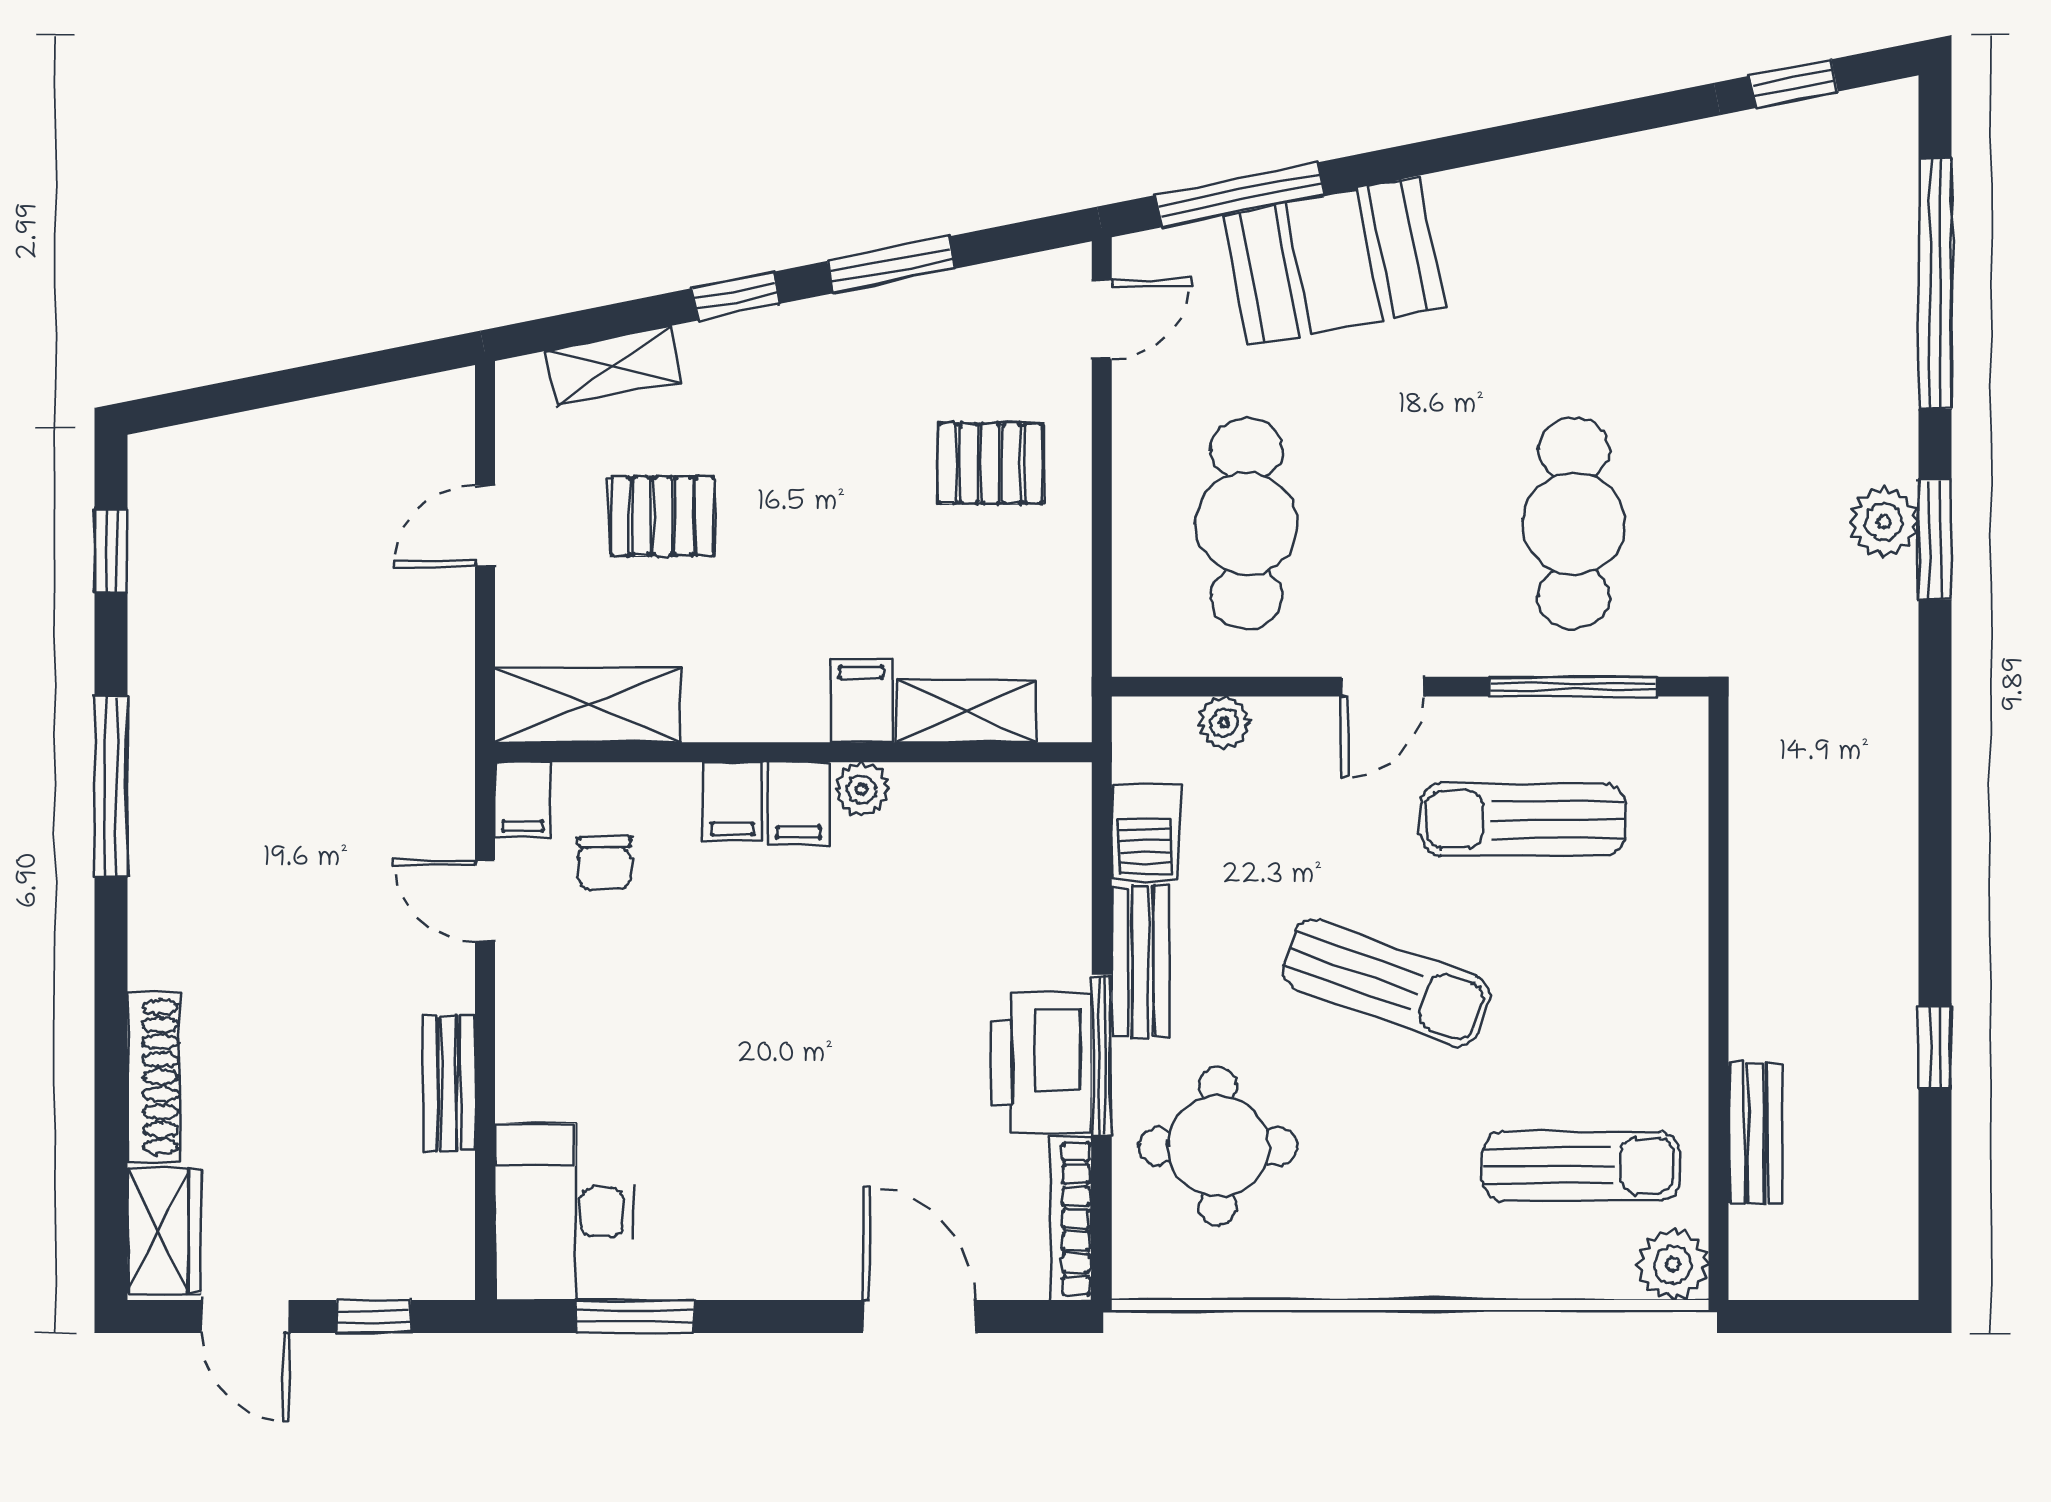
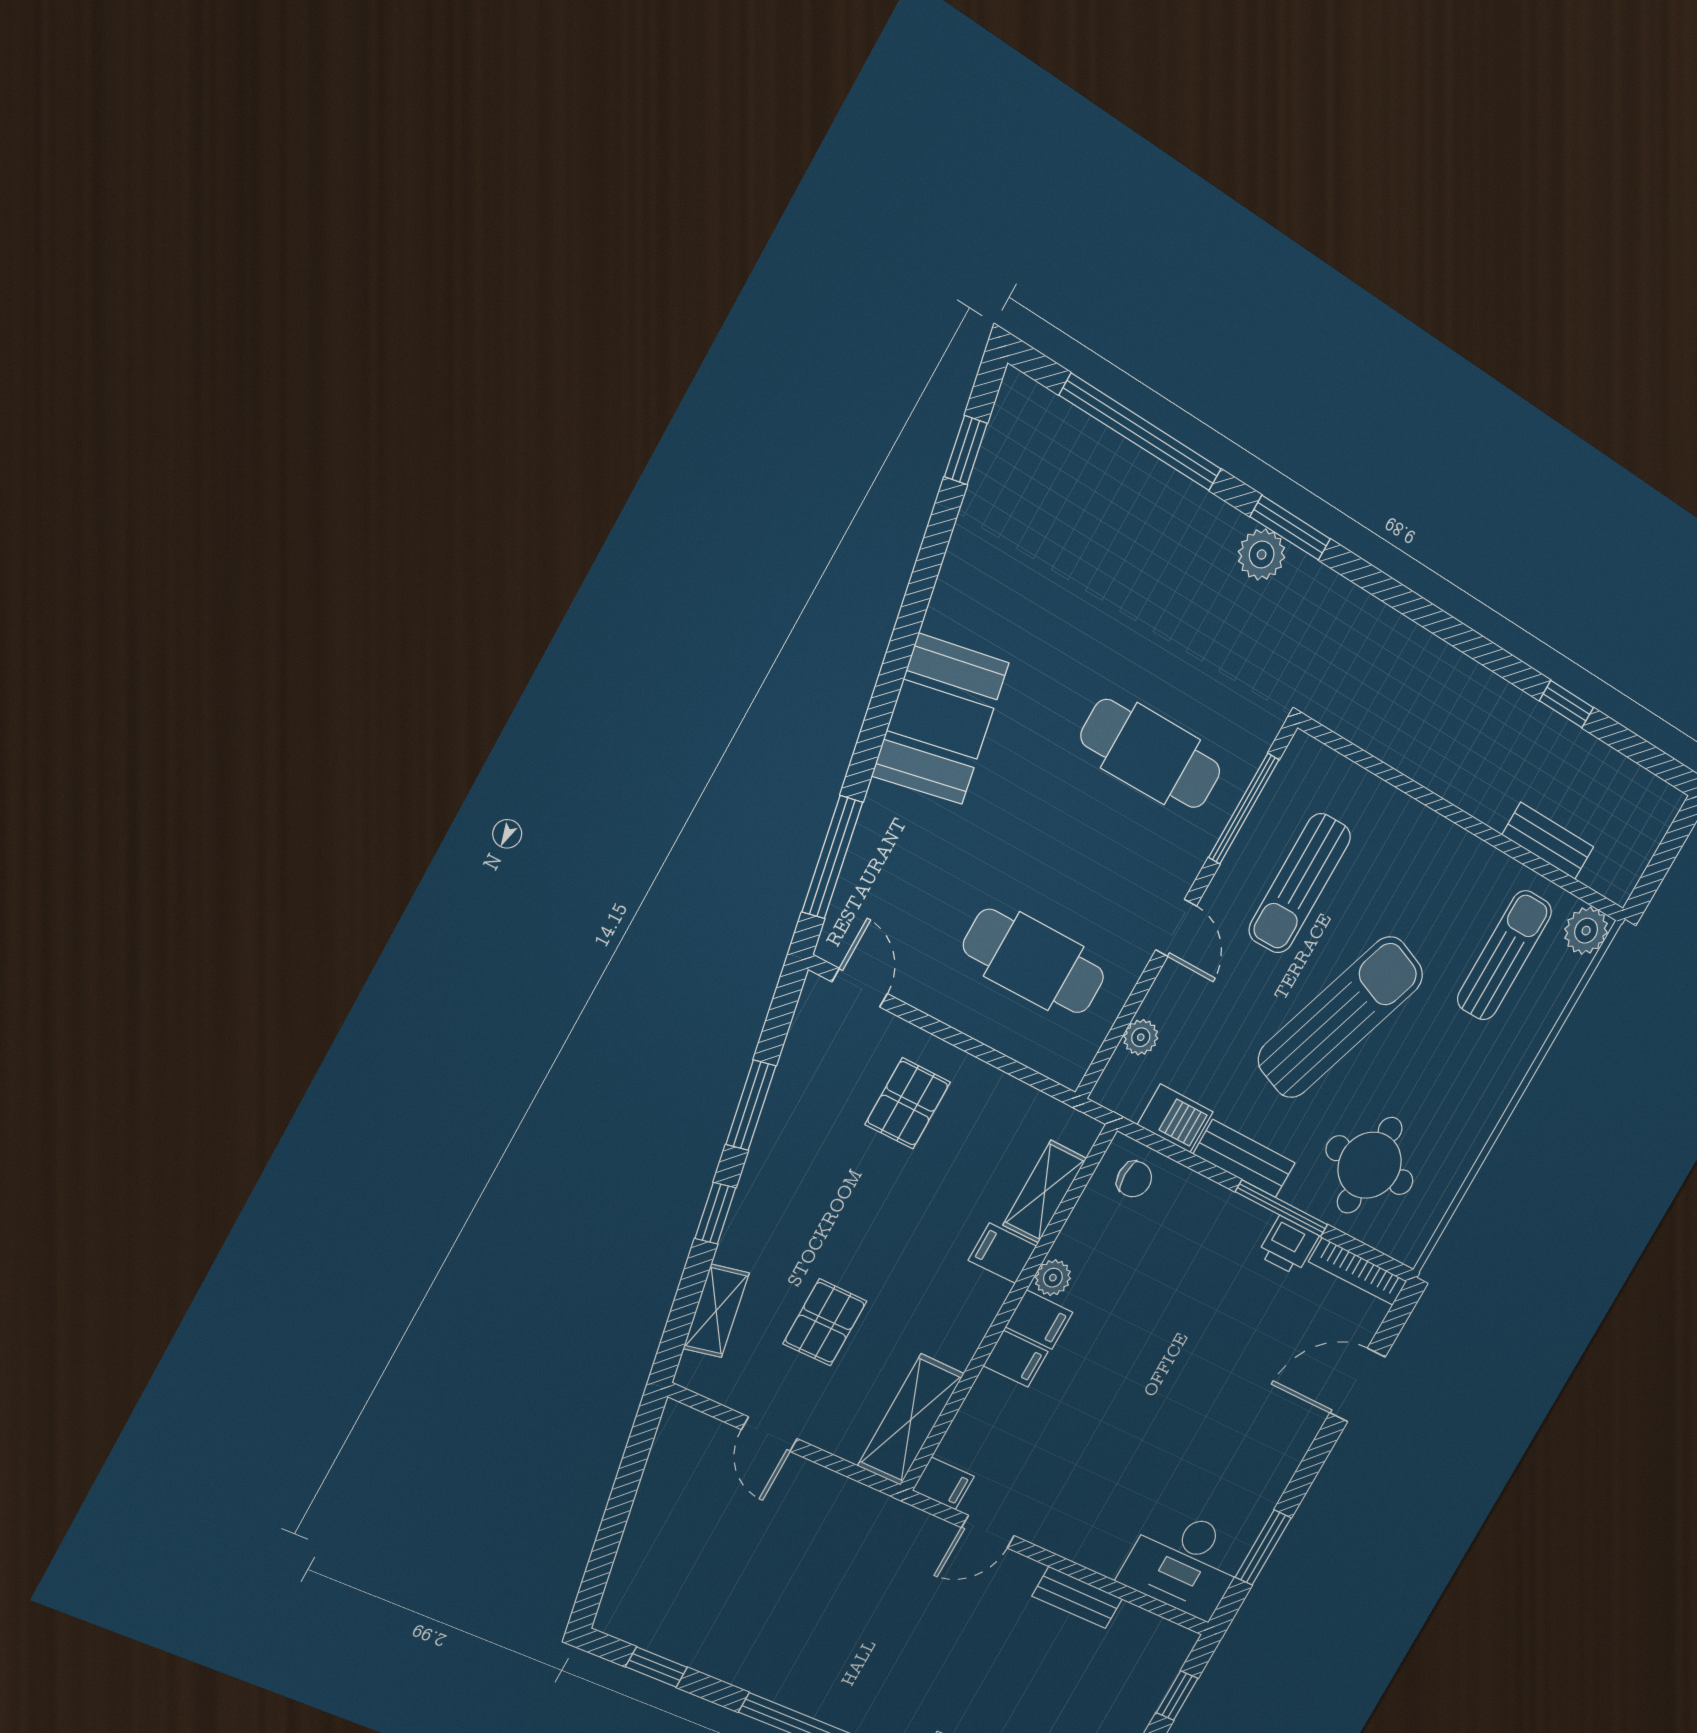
booth: (1334, 261) -> (940, 719), moved
chair: (605, 863) -> (1134, 1179), moved
sun lounger: (1386, 983) -> (1341, 1017), width x1.36, depth x1.34
printer: (1042, 1062) -> (1288, 1245), width x0.53, depth x0.68

